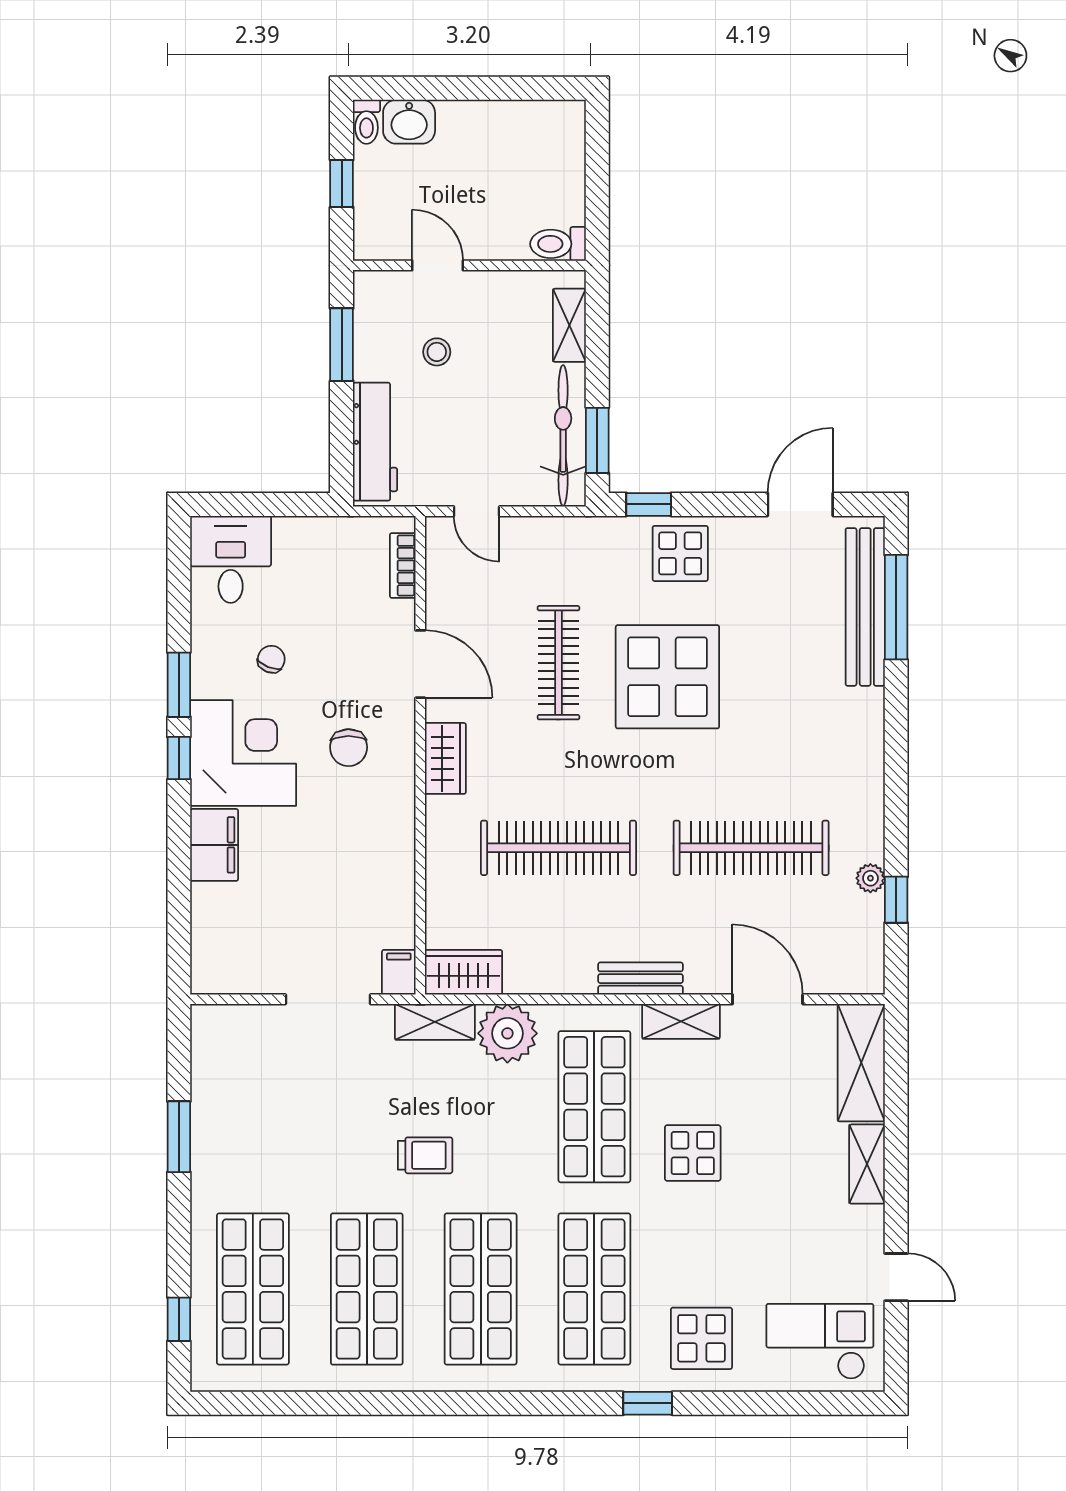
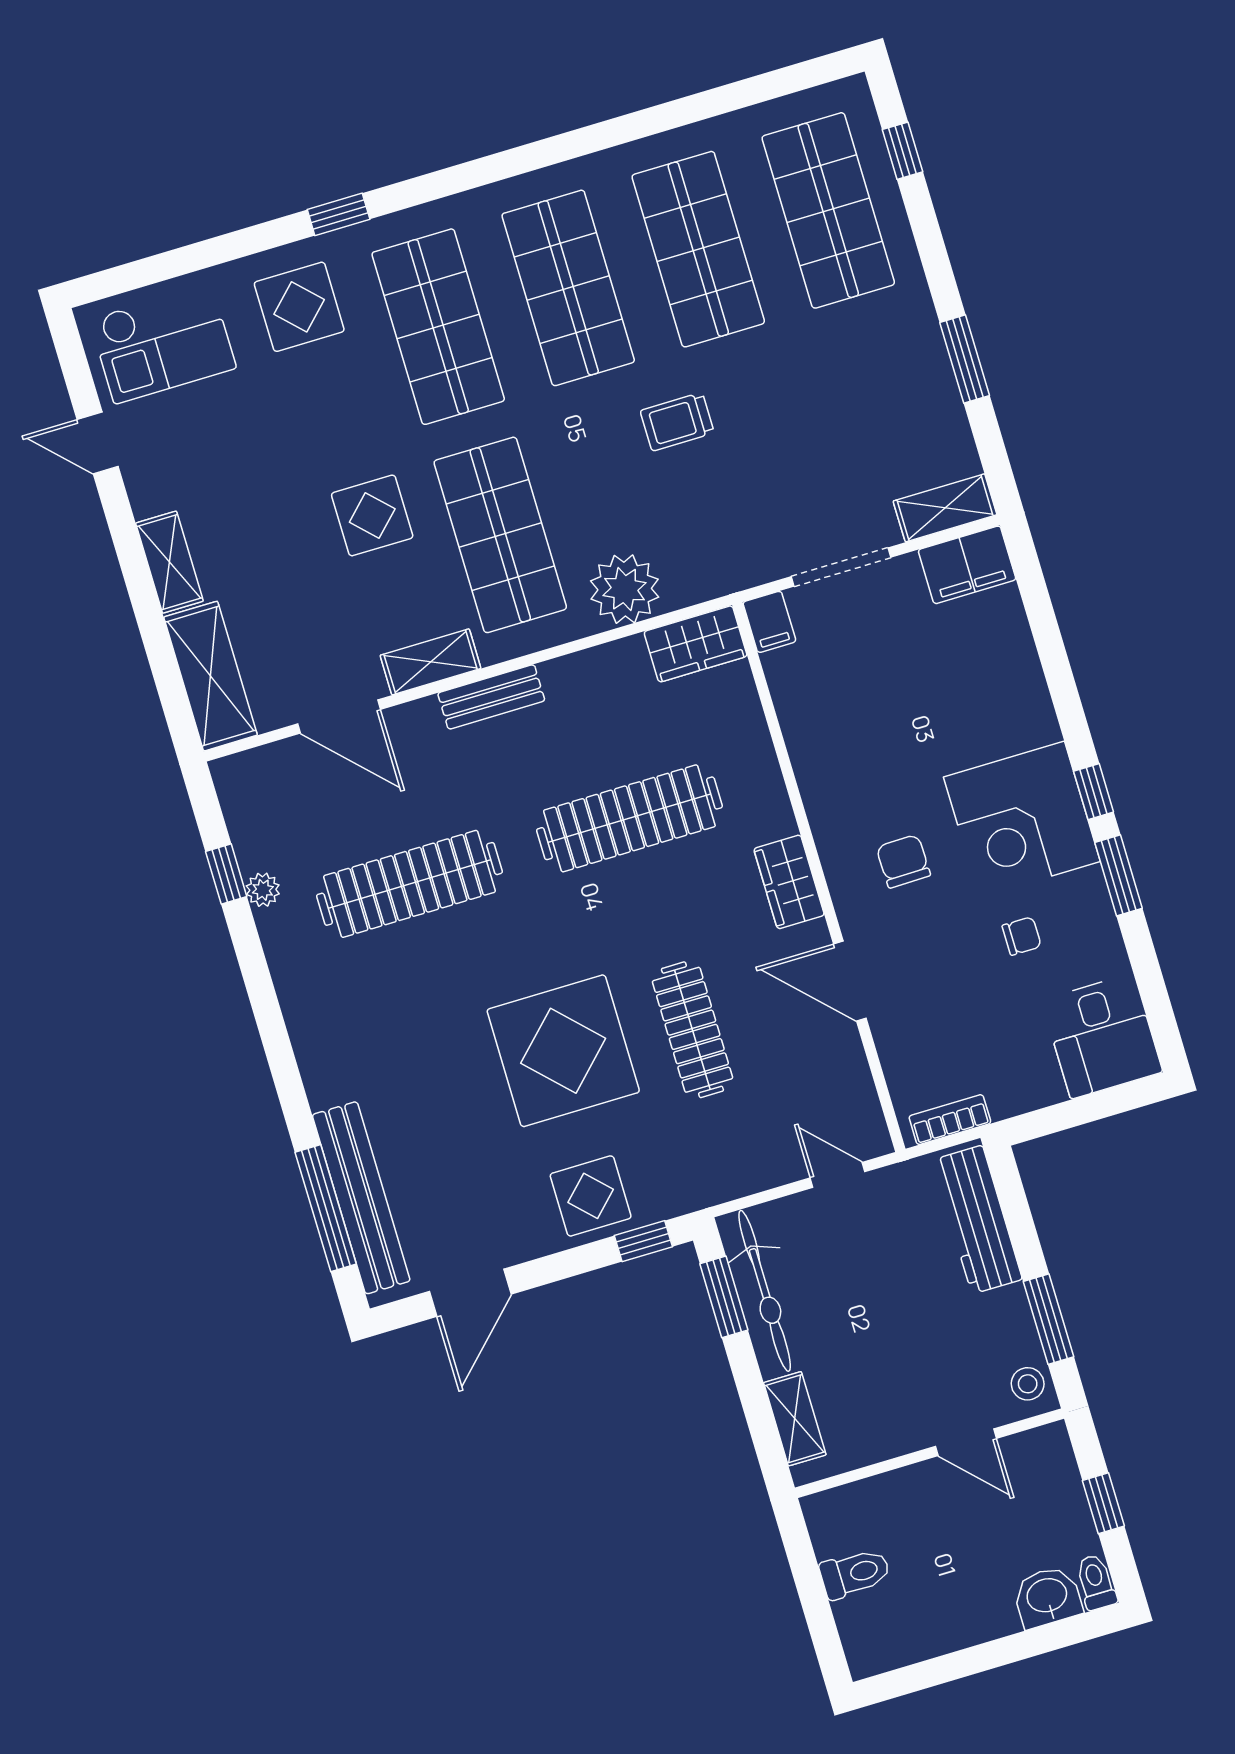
toilet: (558, 244) -> (855, 1573), moved
stool: (437, 352) -> (1028, 1384), moved
bookcase: (403, 565) -> (950, 1120), moved, turned -90
chair: (271, 659) -> (1022, 936), turned -112
filing cabinet: (214, 845) -> (967, 565), moved, turned -90
shelving: (435, 1022) -> (945, 508), moved

